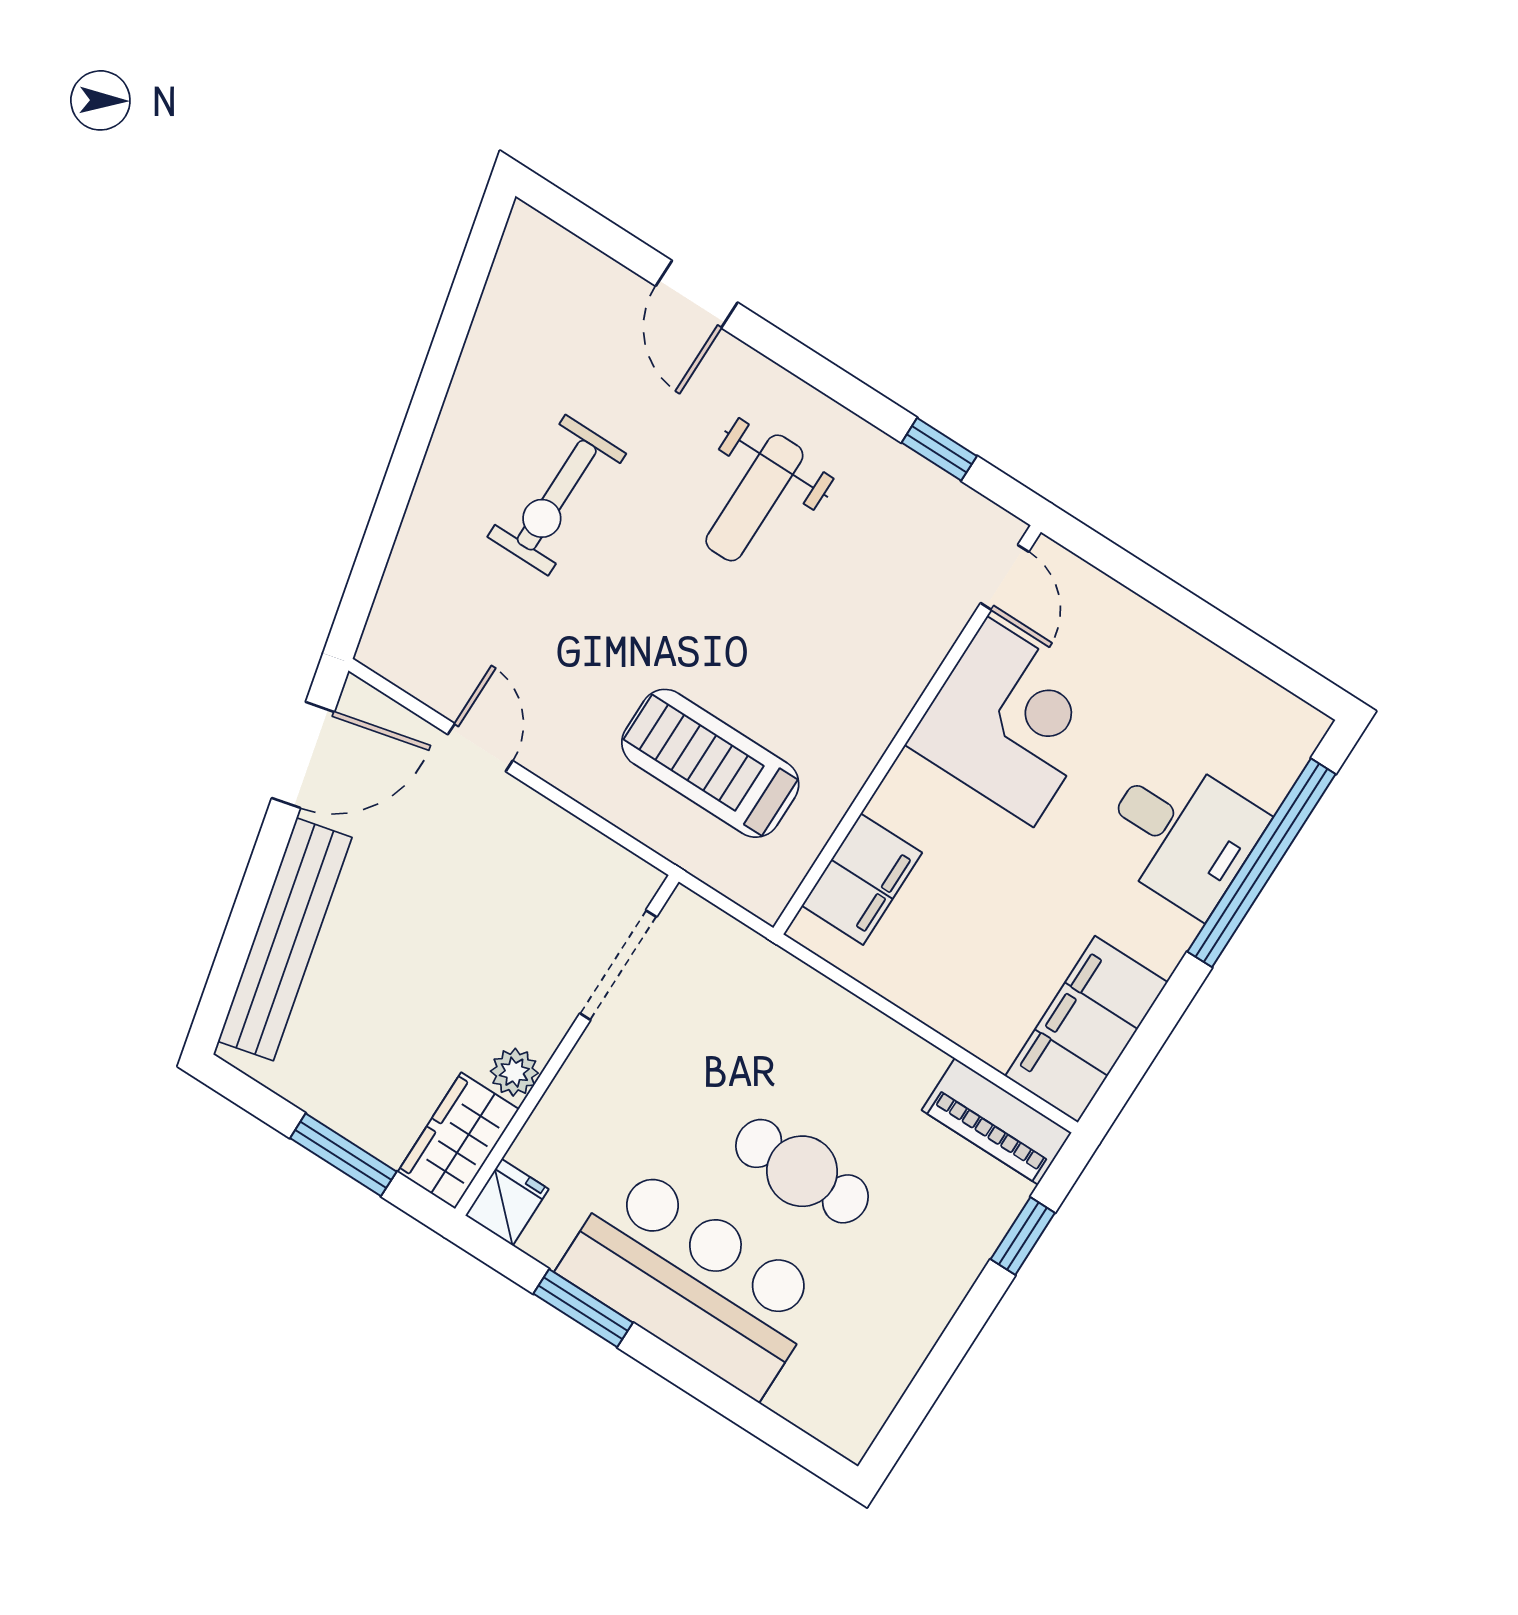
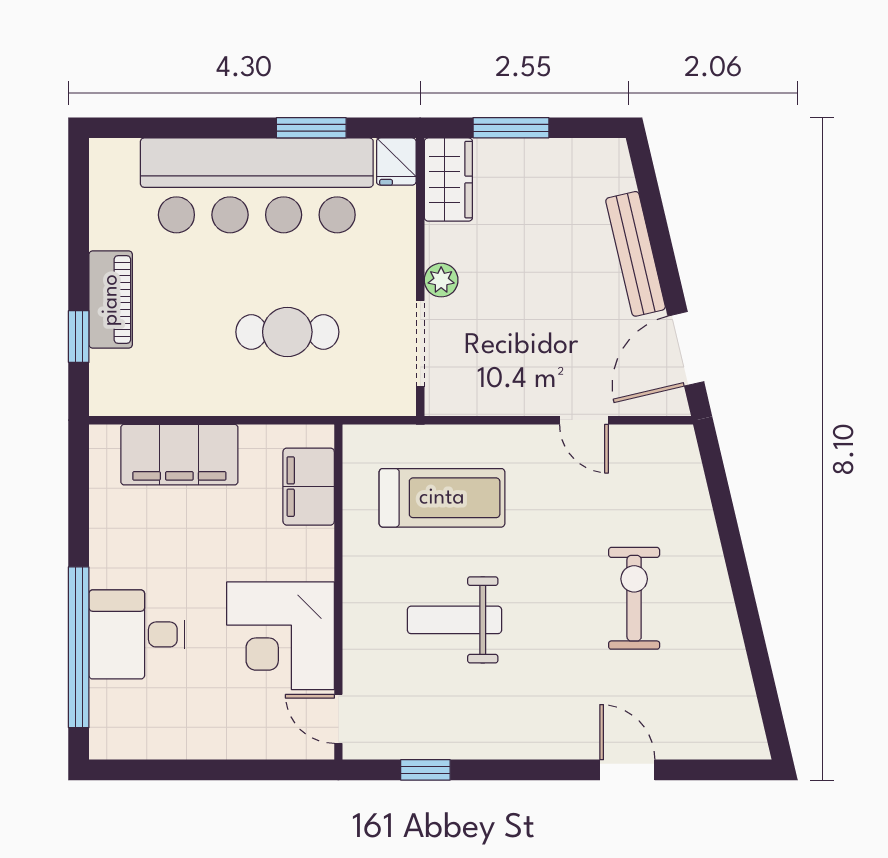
weight bench: (754, 498) -> (454, 620), moved, turned -90
bench: (285, 939) -> (636, 254), width x0.73, depth x0.82
filing cabinet: (1086, 1029) -> (179, 455), moved, turned 90
plant: (514, 1072) -> (441, 280), moved
piano: (997, 1121) -> (111, 300), moved, turned 90
cafe table: (802, 1171) -> (287, 332), moved
bar counter: (693, 1281) -> (257, 185), width x1.36

